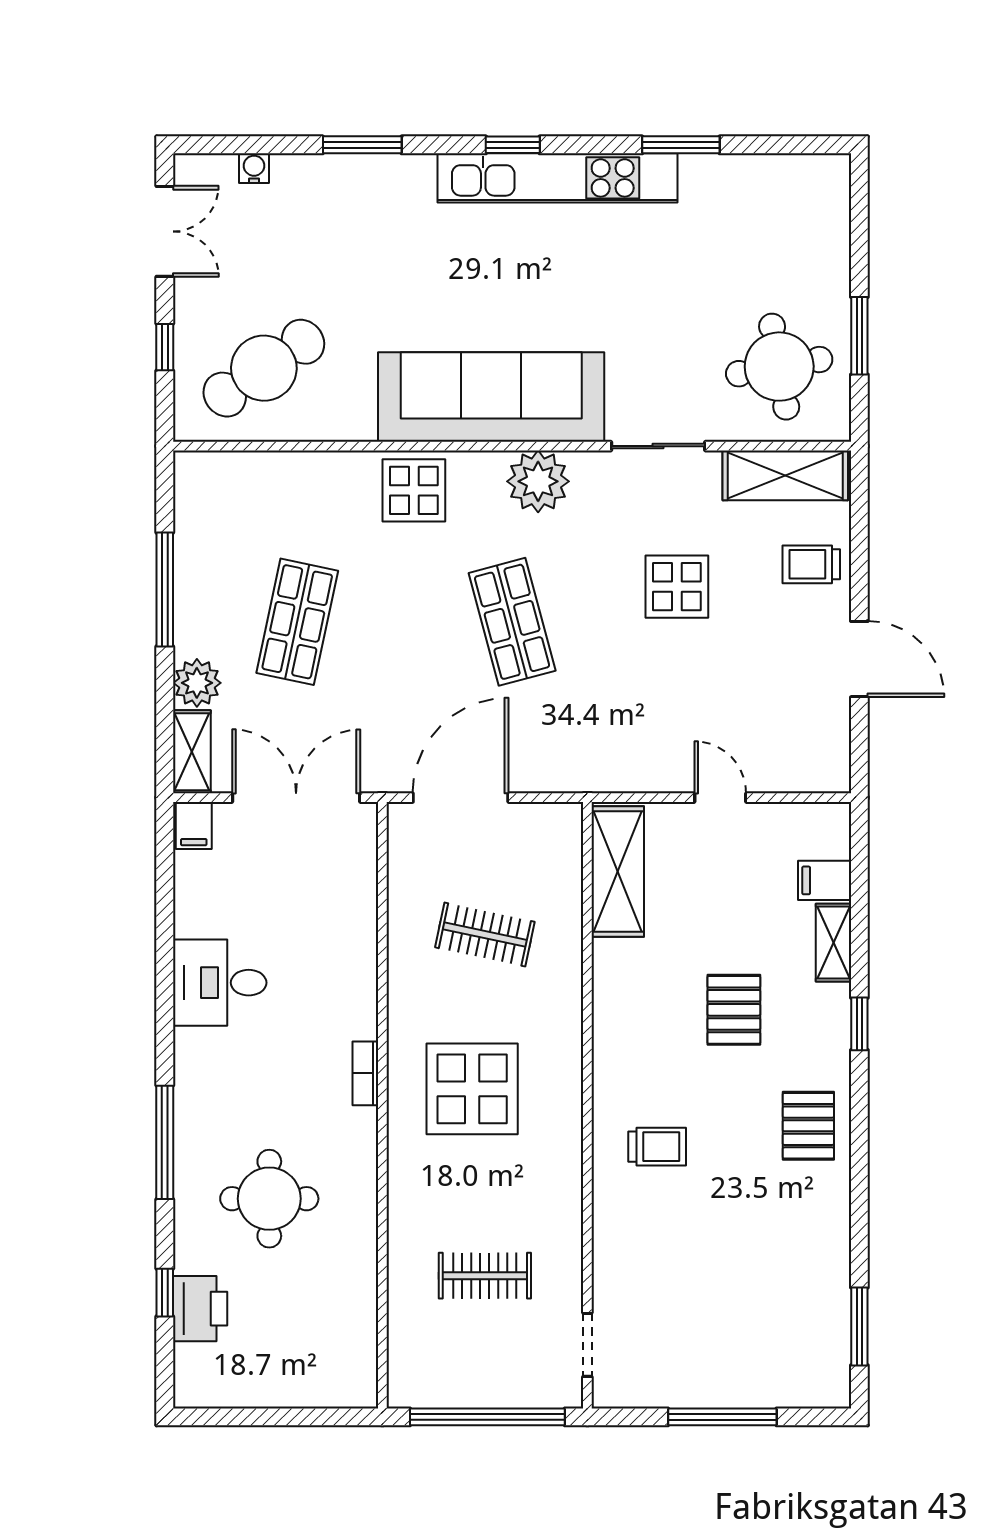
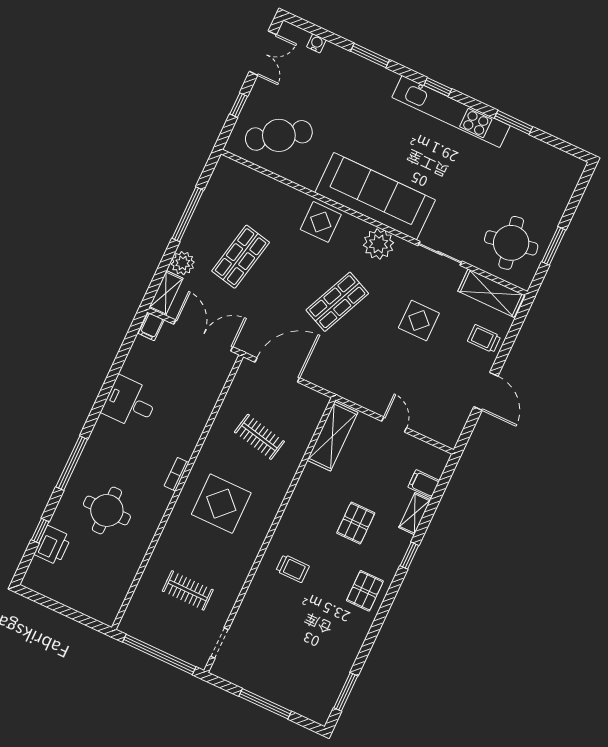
shop shelf: (512, 622) -> (337, 302), turned 39

